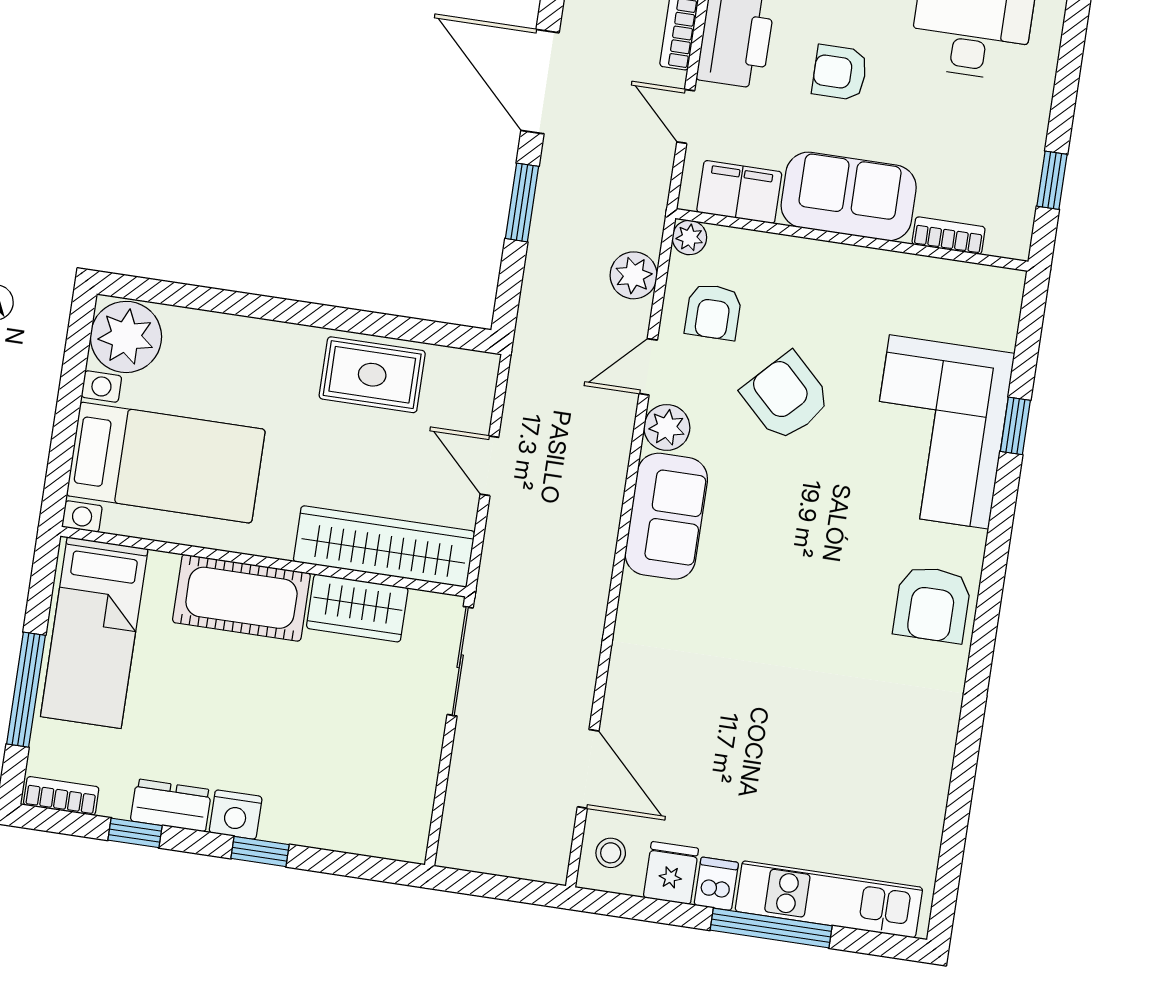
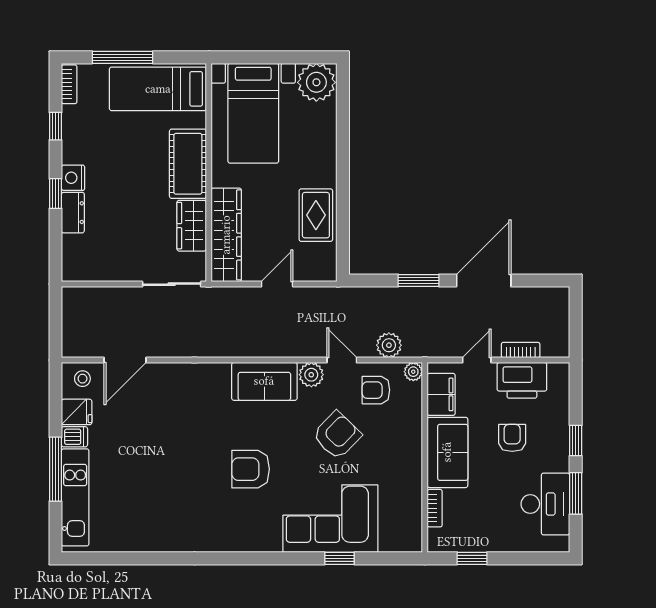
armchair: (932, 604) -> (251, 469), moved
dresser: (171, 805) -> (73, 213), moved

